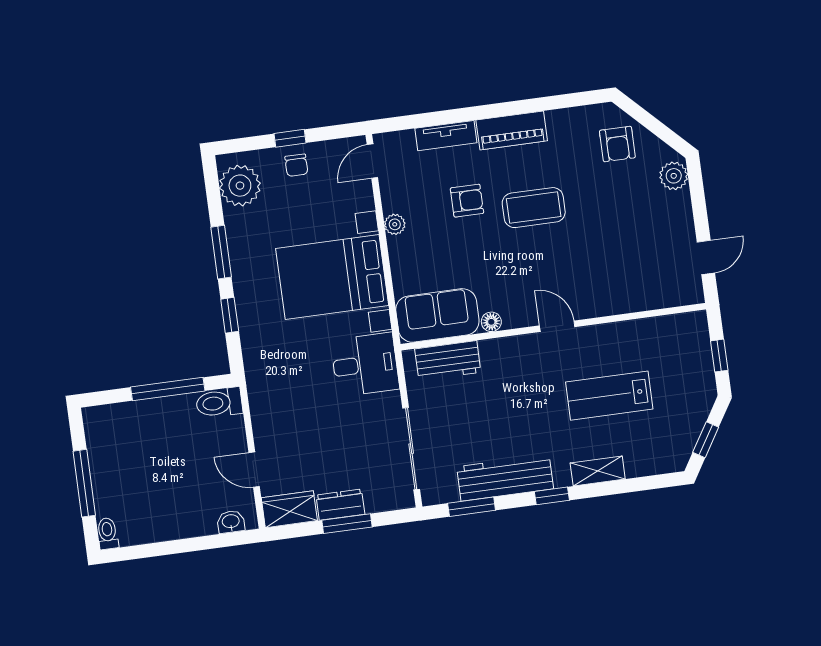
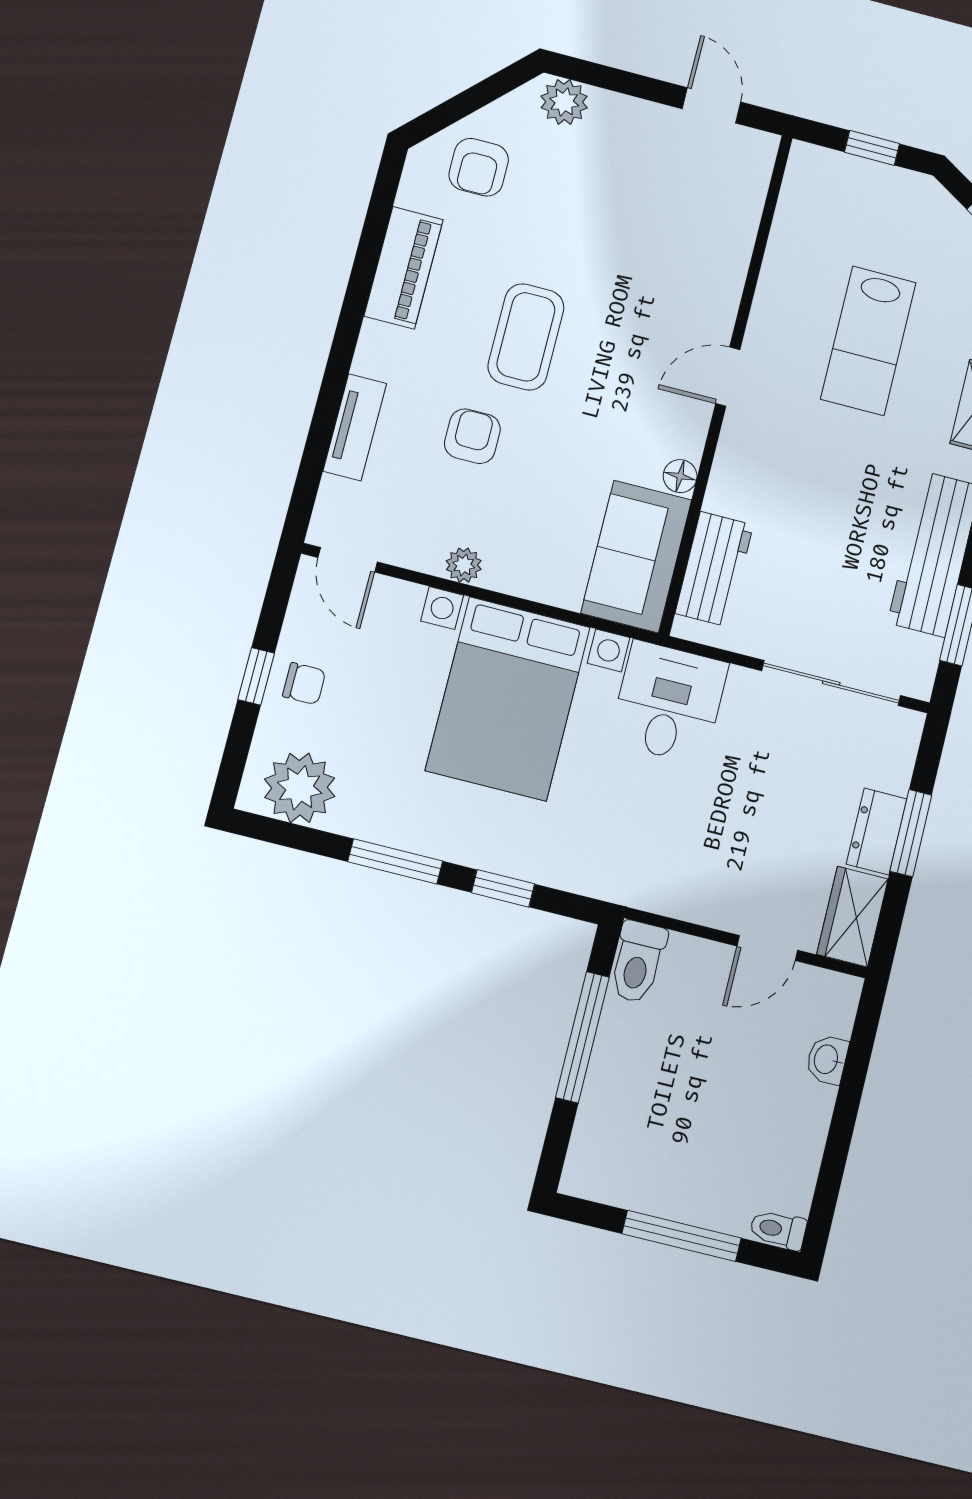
piano: (512, 130) -> (404, 268), moved
armchair: (617, 144) -> (479, 167), turned 90
washbasin: (231, 522) -> (827, 1060), moved

